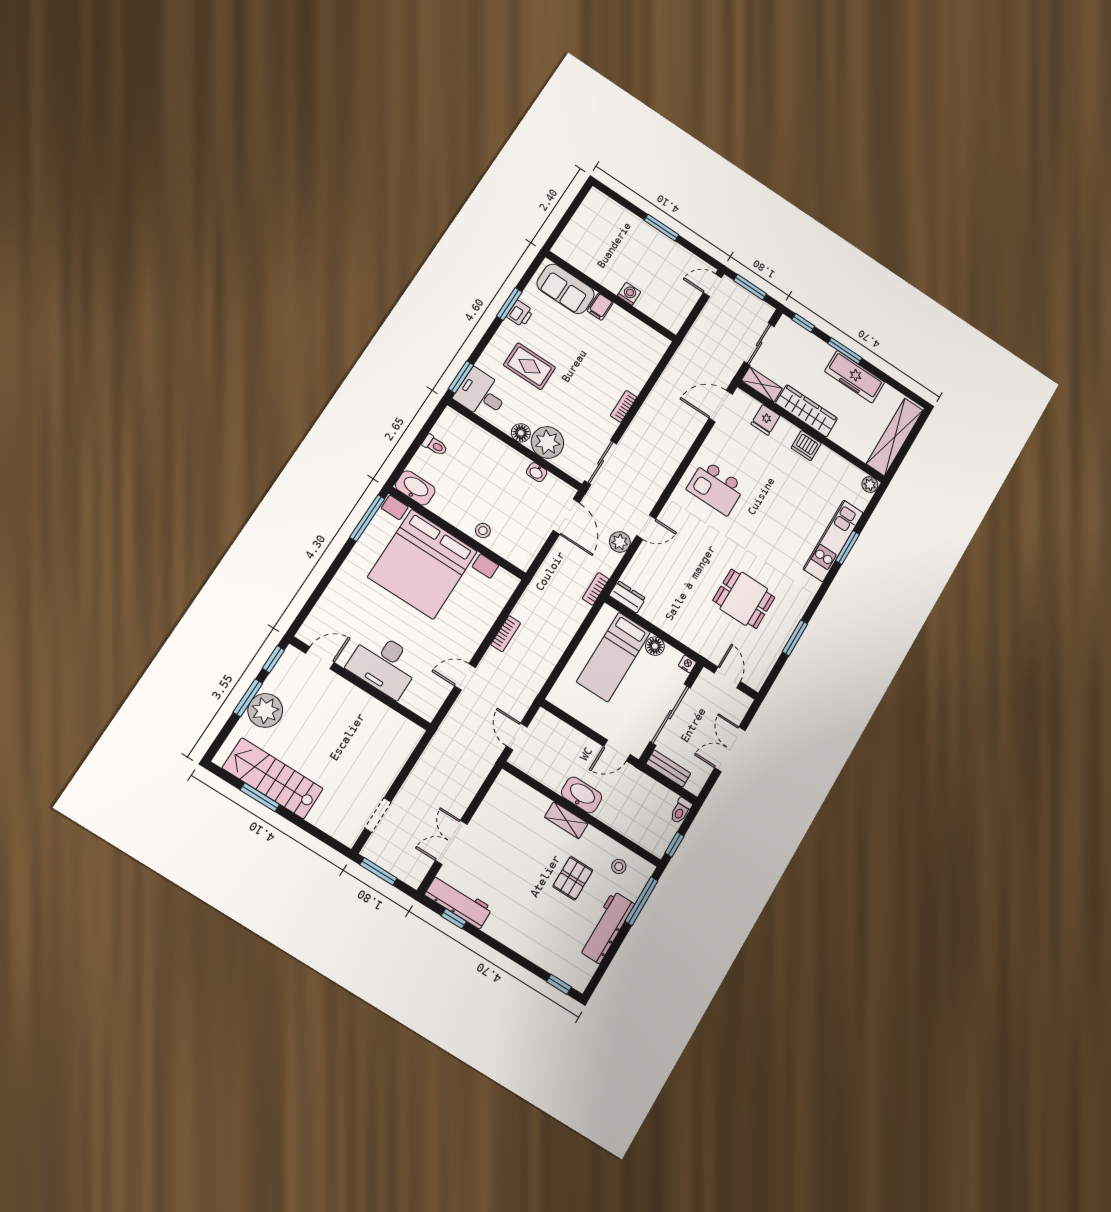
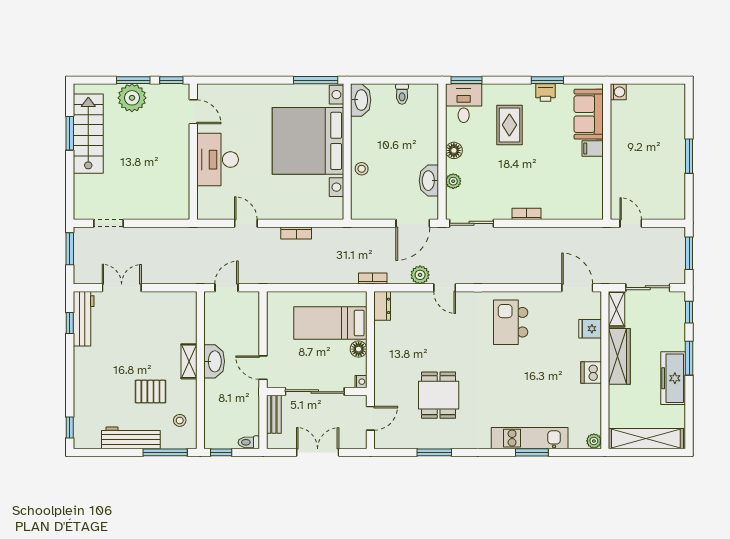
door: (712, 285) -> (631, 223), moved
washing machine: (629, 294) -> (618, 92), moved
plant: (547, 442) -> (453, 181), width x0.53, depth x0.53
washbasin: (537, 472) -> (429, 181), width x1.91, depth x1.45

